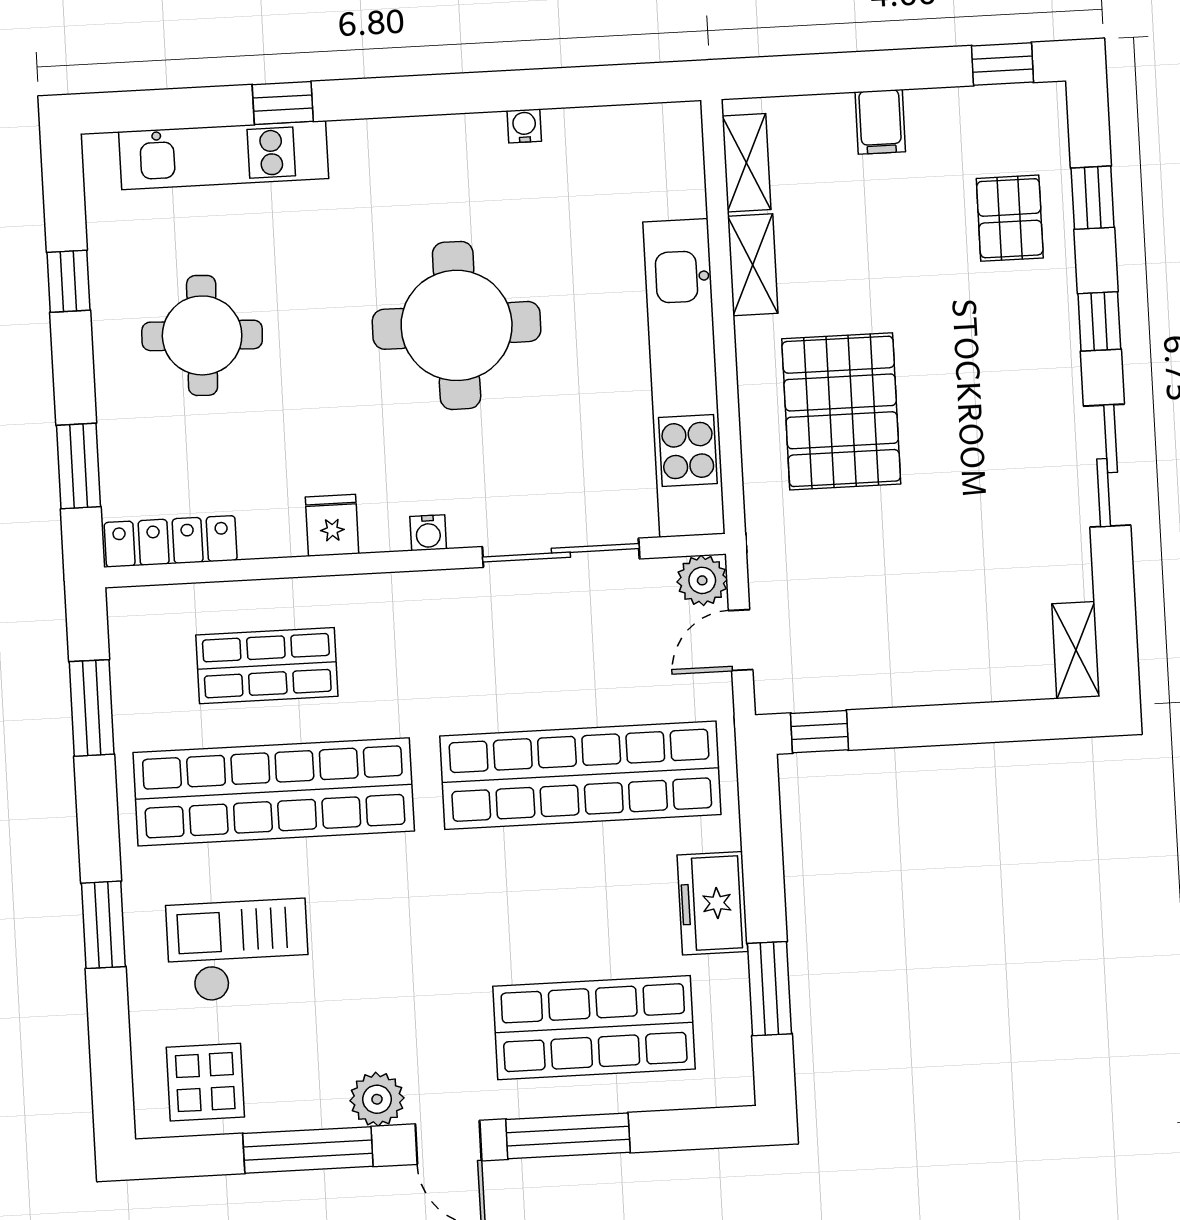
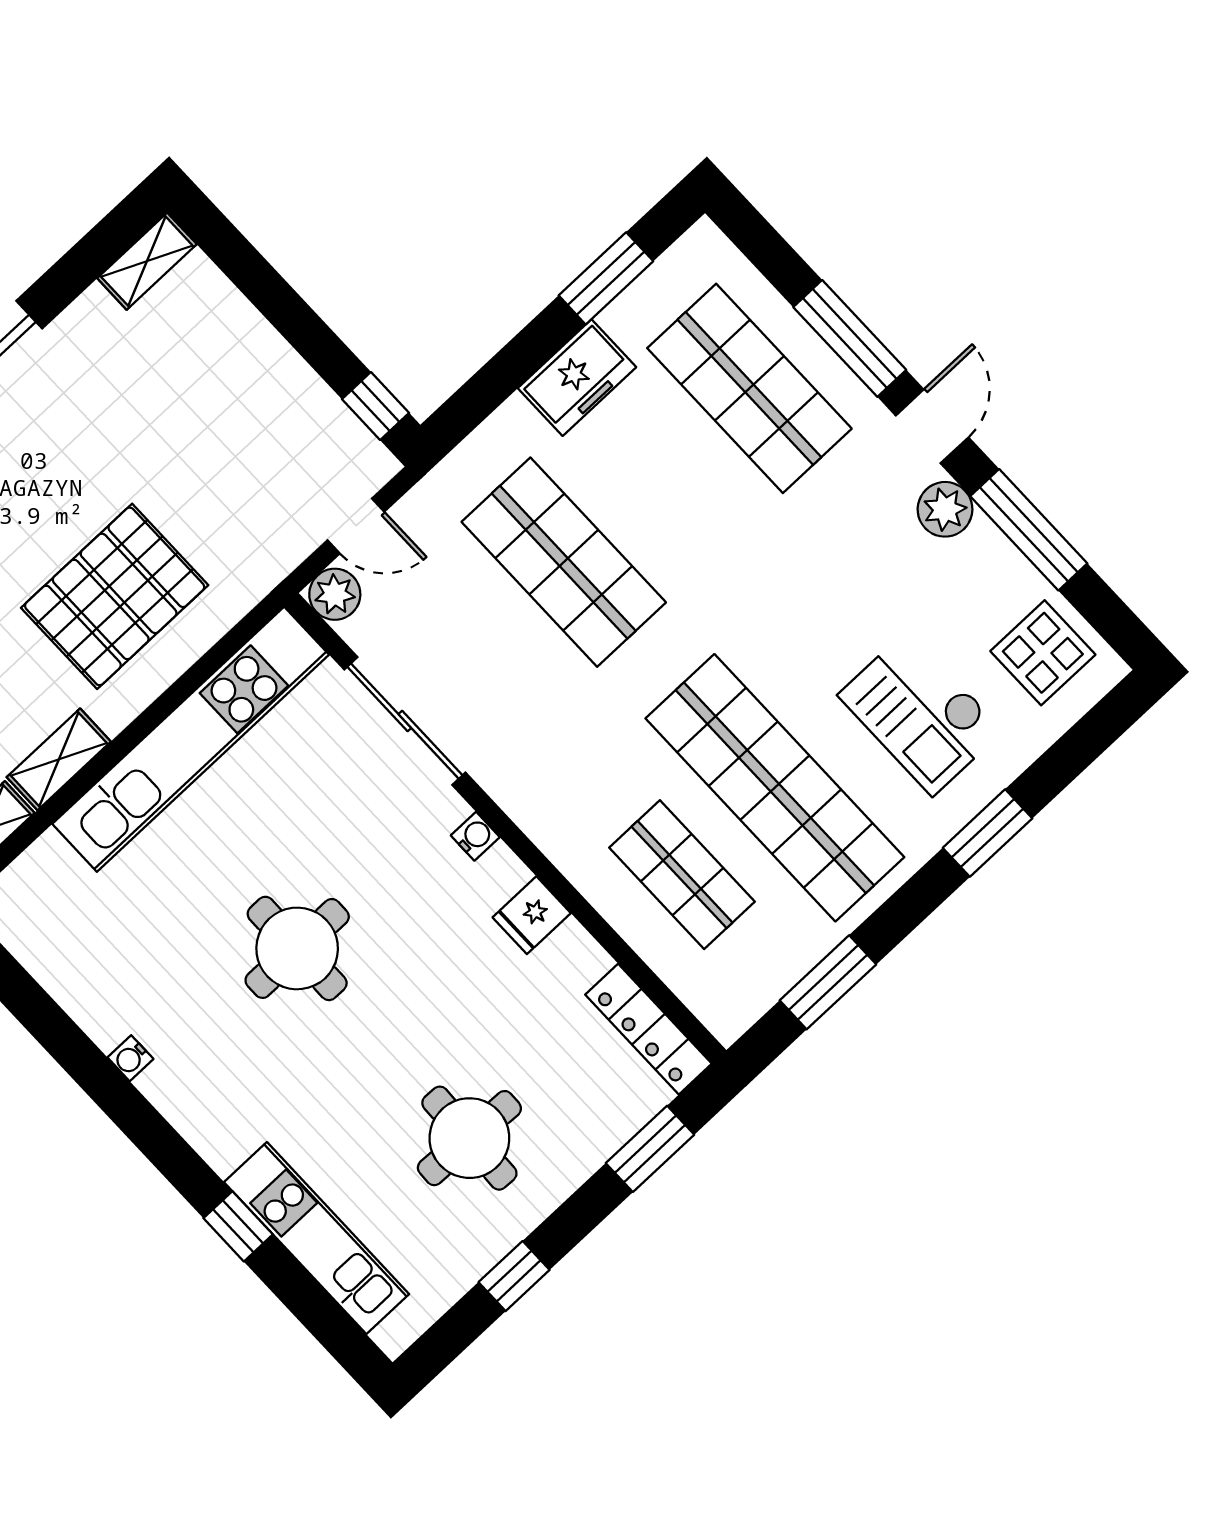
water cooler: (524, 126) -> (130, 1058), moved
round table: (457, 325) -> (297, 948), width x0.73, depth x0.73
shop shelf: (580, 775) -> (564, 562), width x0.71

